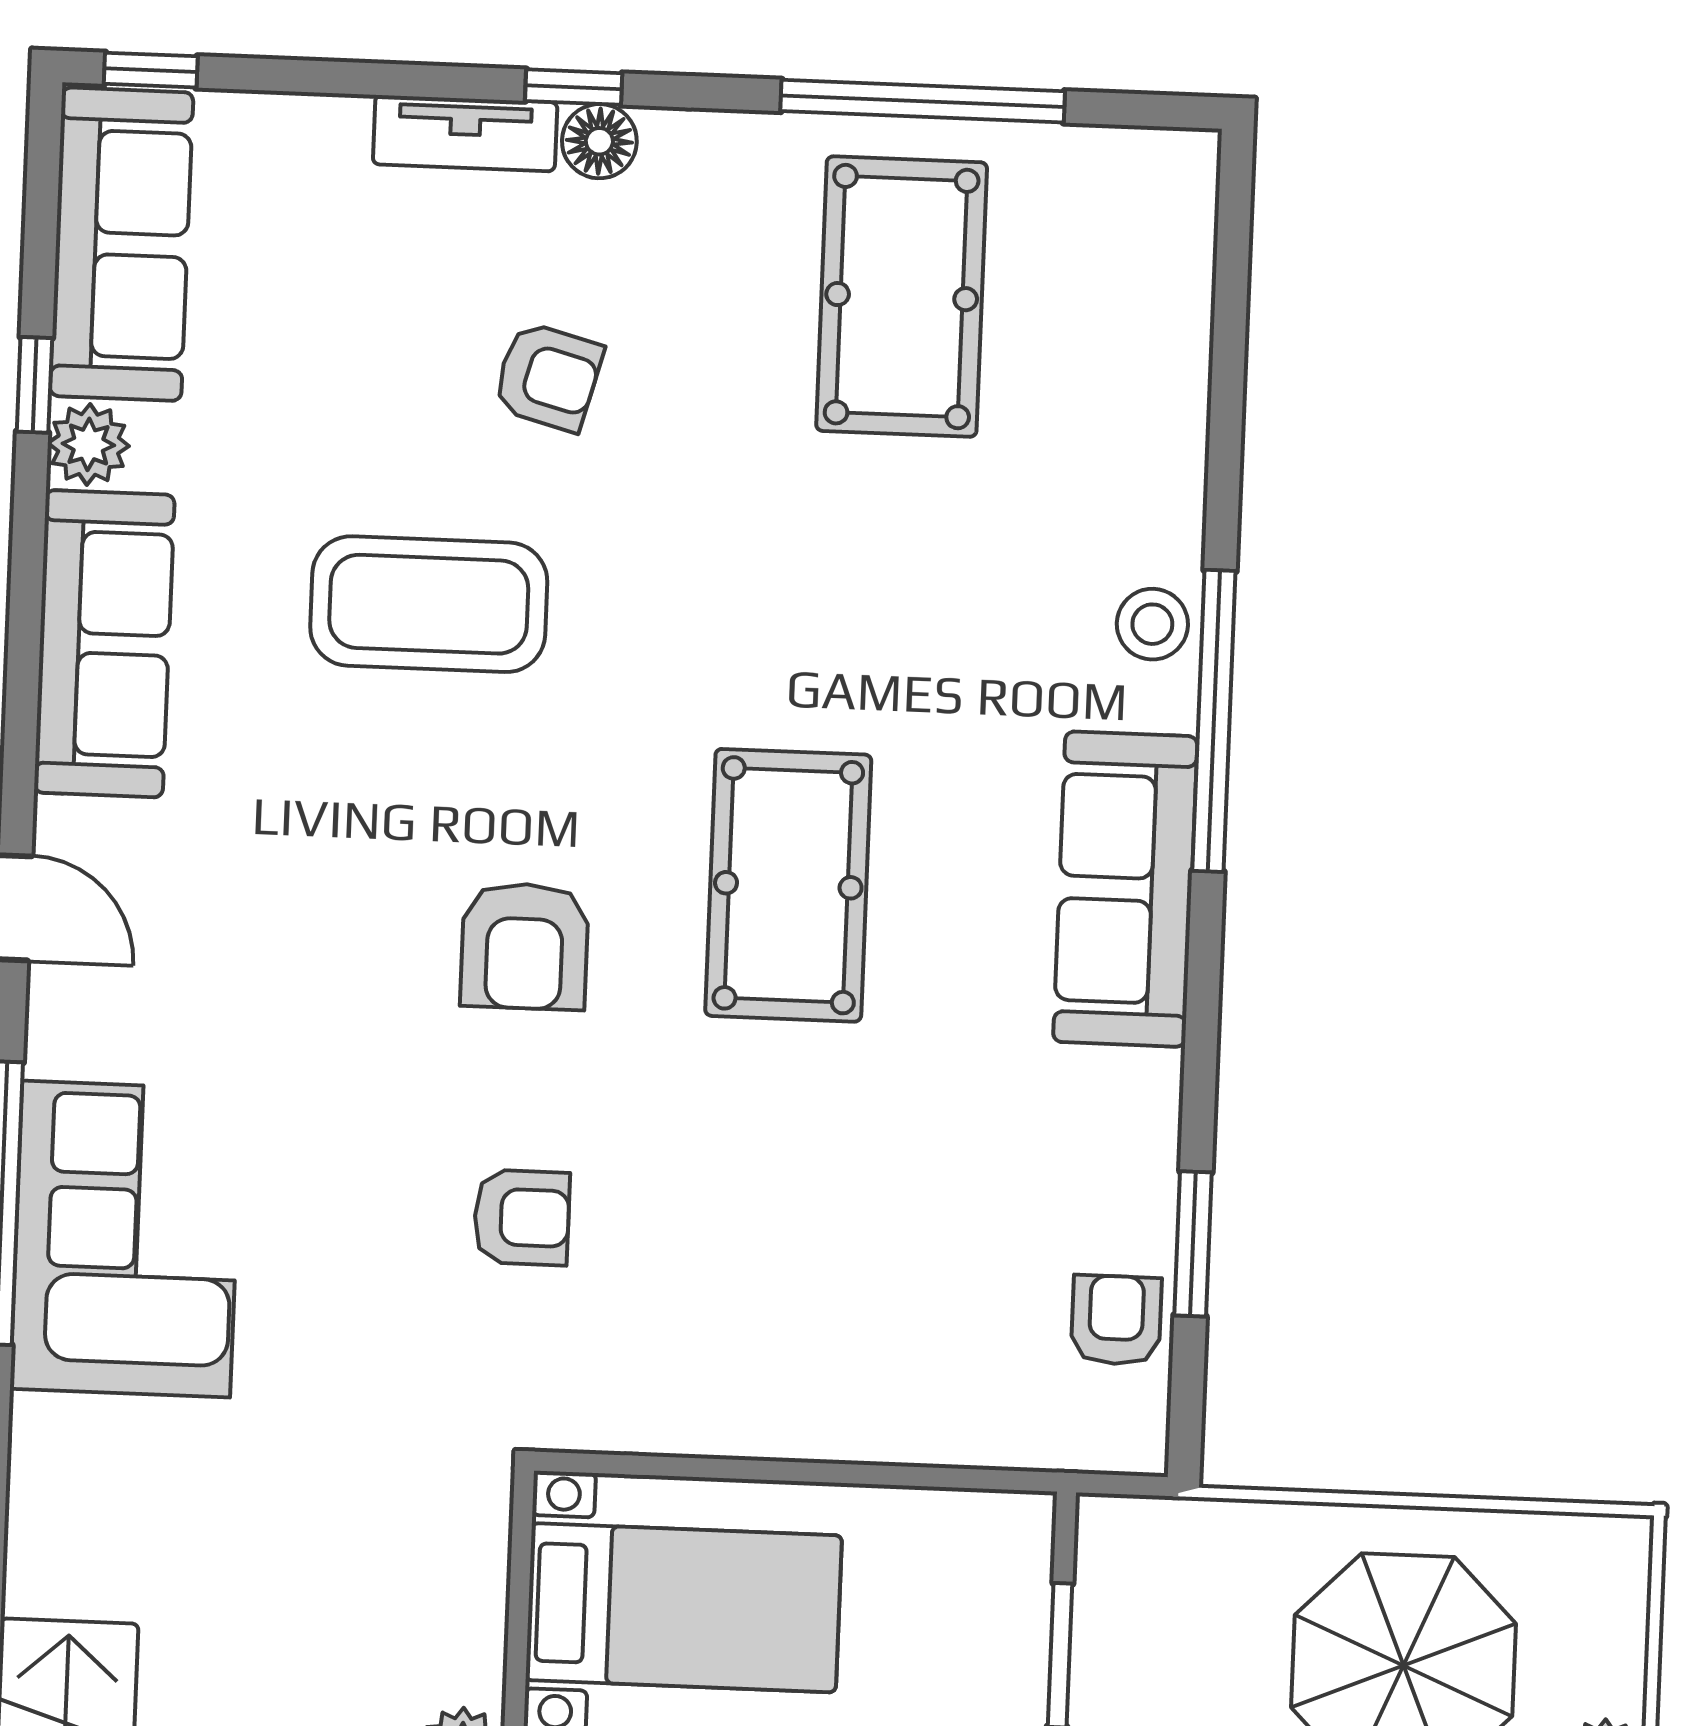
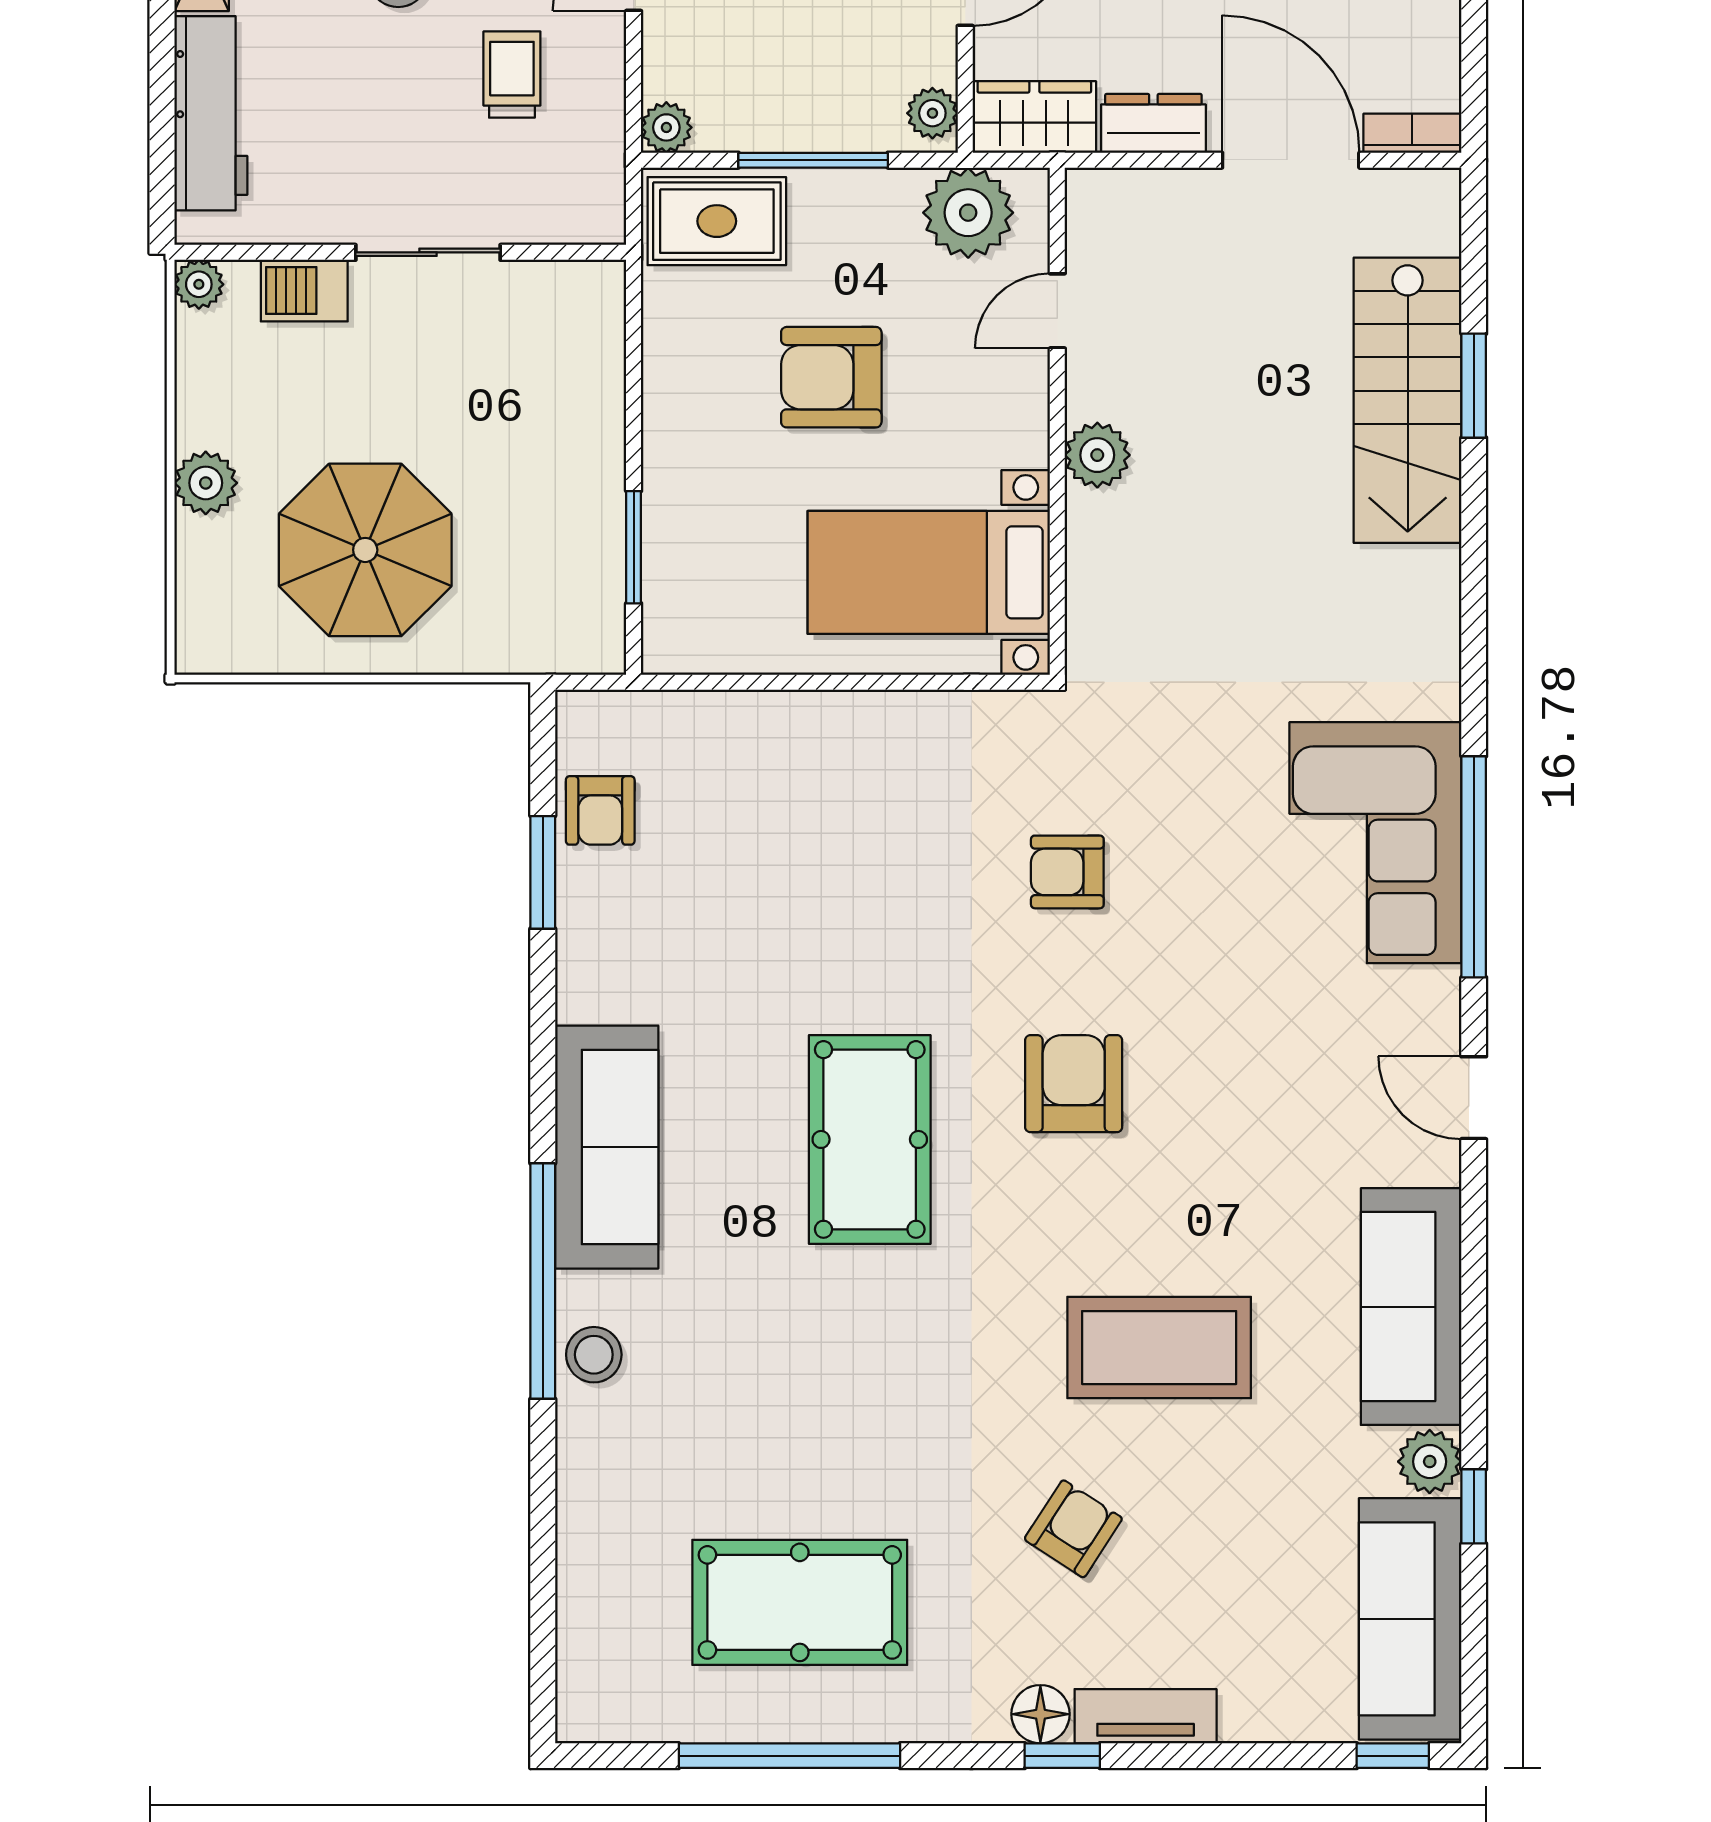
pool table: (902, 297) -> (800, 1602), turned 90
armchair: (548, 377) -> (1073, 1529), turned 108

